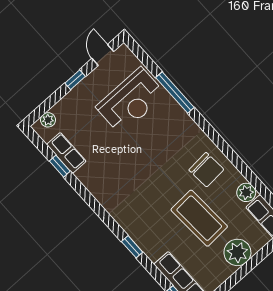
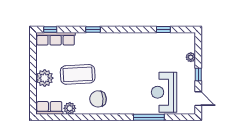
plant: (48, 120) -> (191, 57), moved
row of seats: (66, 153) -> (167, 39), removed

